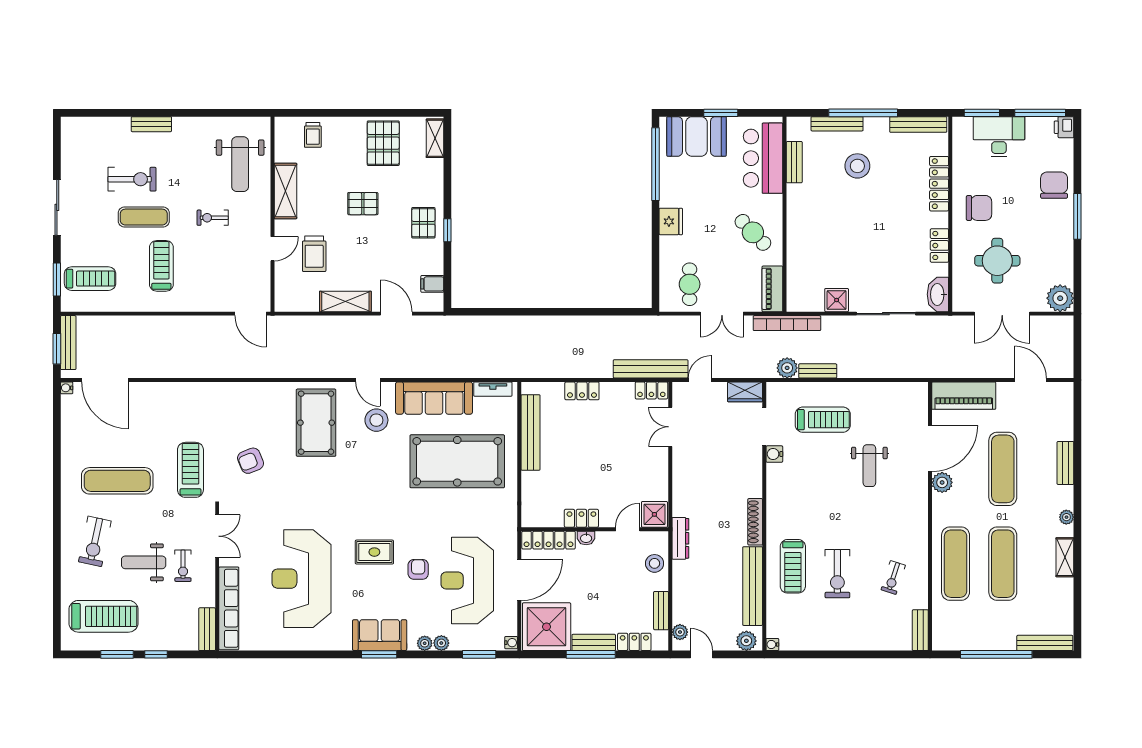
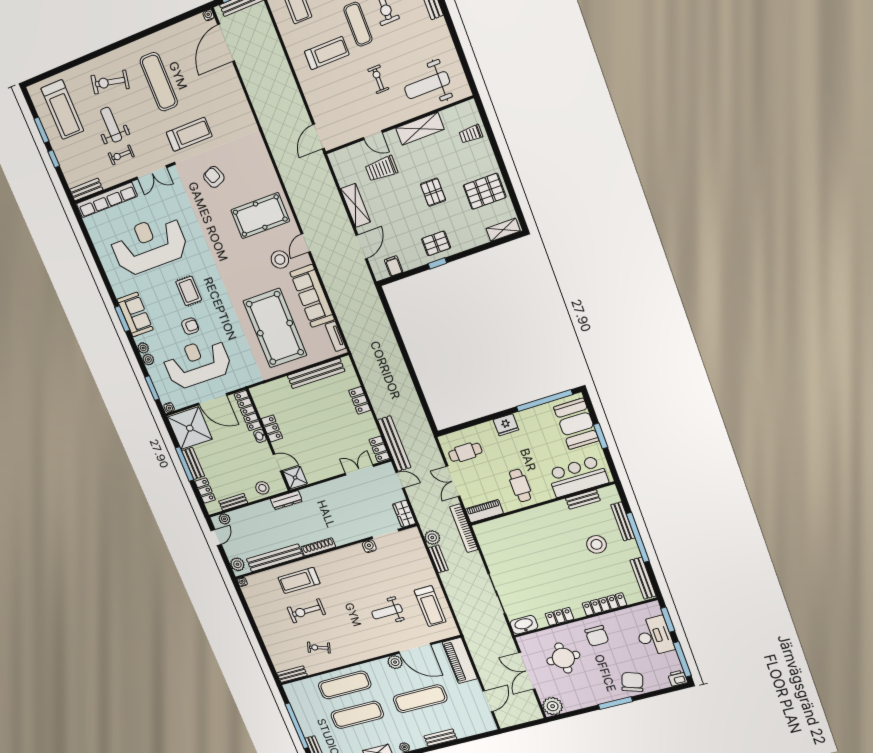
chair: (1054, 185) -> (632, 682), turned -71
cafe table: (753, 232) -> (520, 485), turned -46
shower: (837, 300) -> (493, 557), removed
treadmill: (823, 420) -> (430, 606), moved

